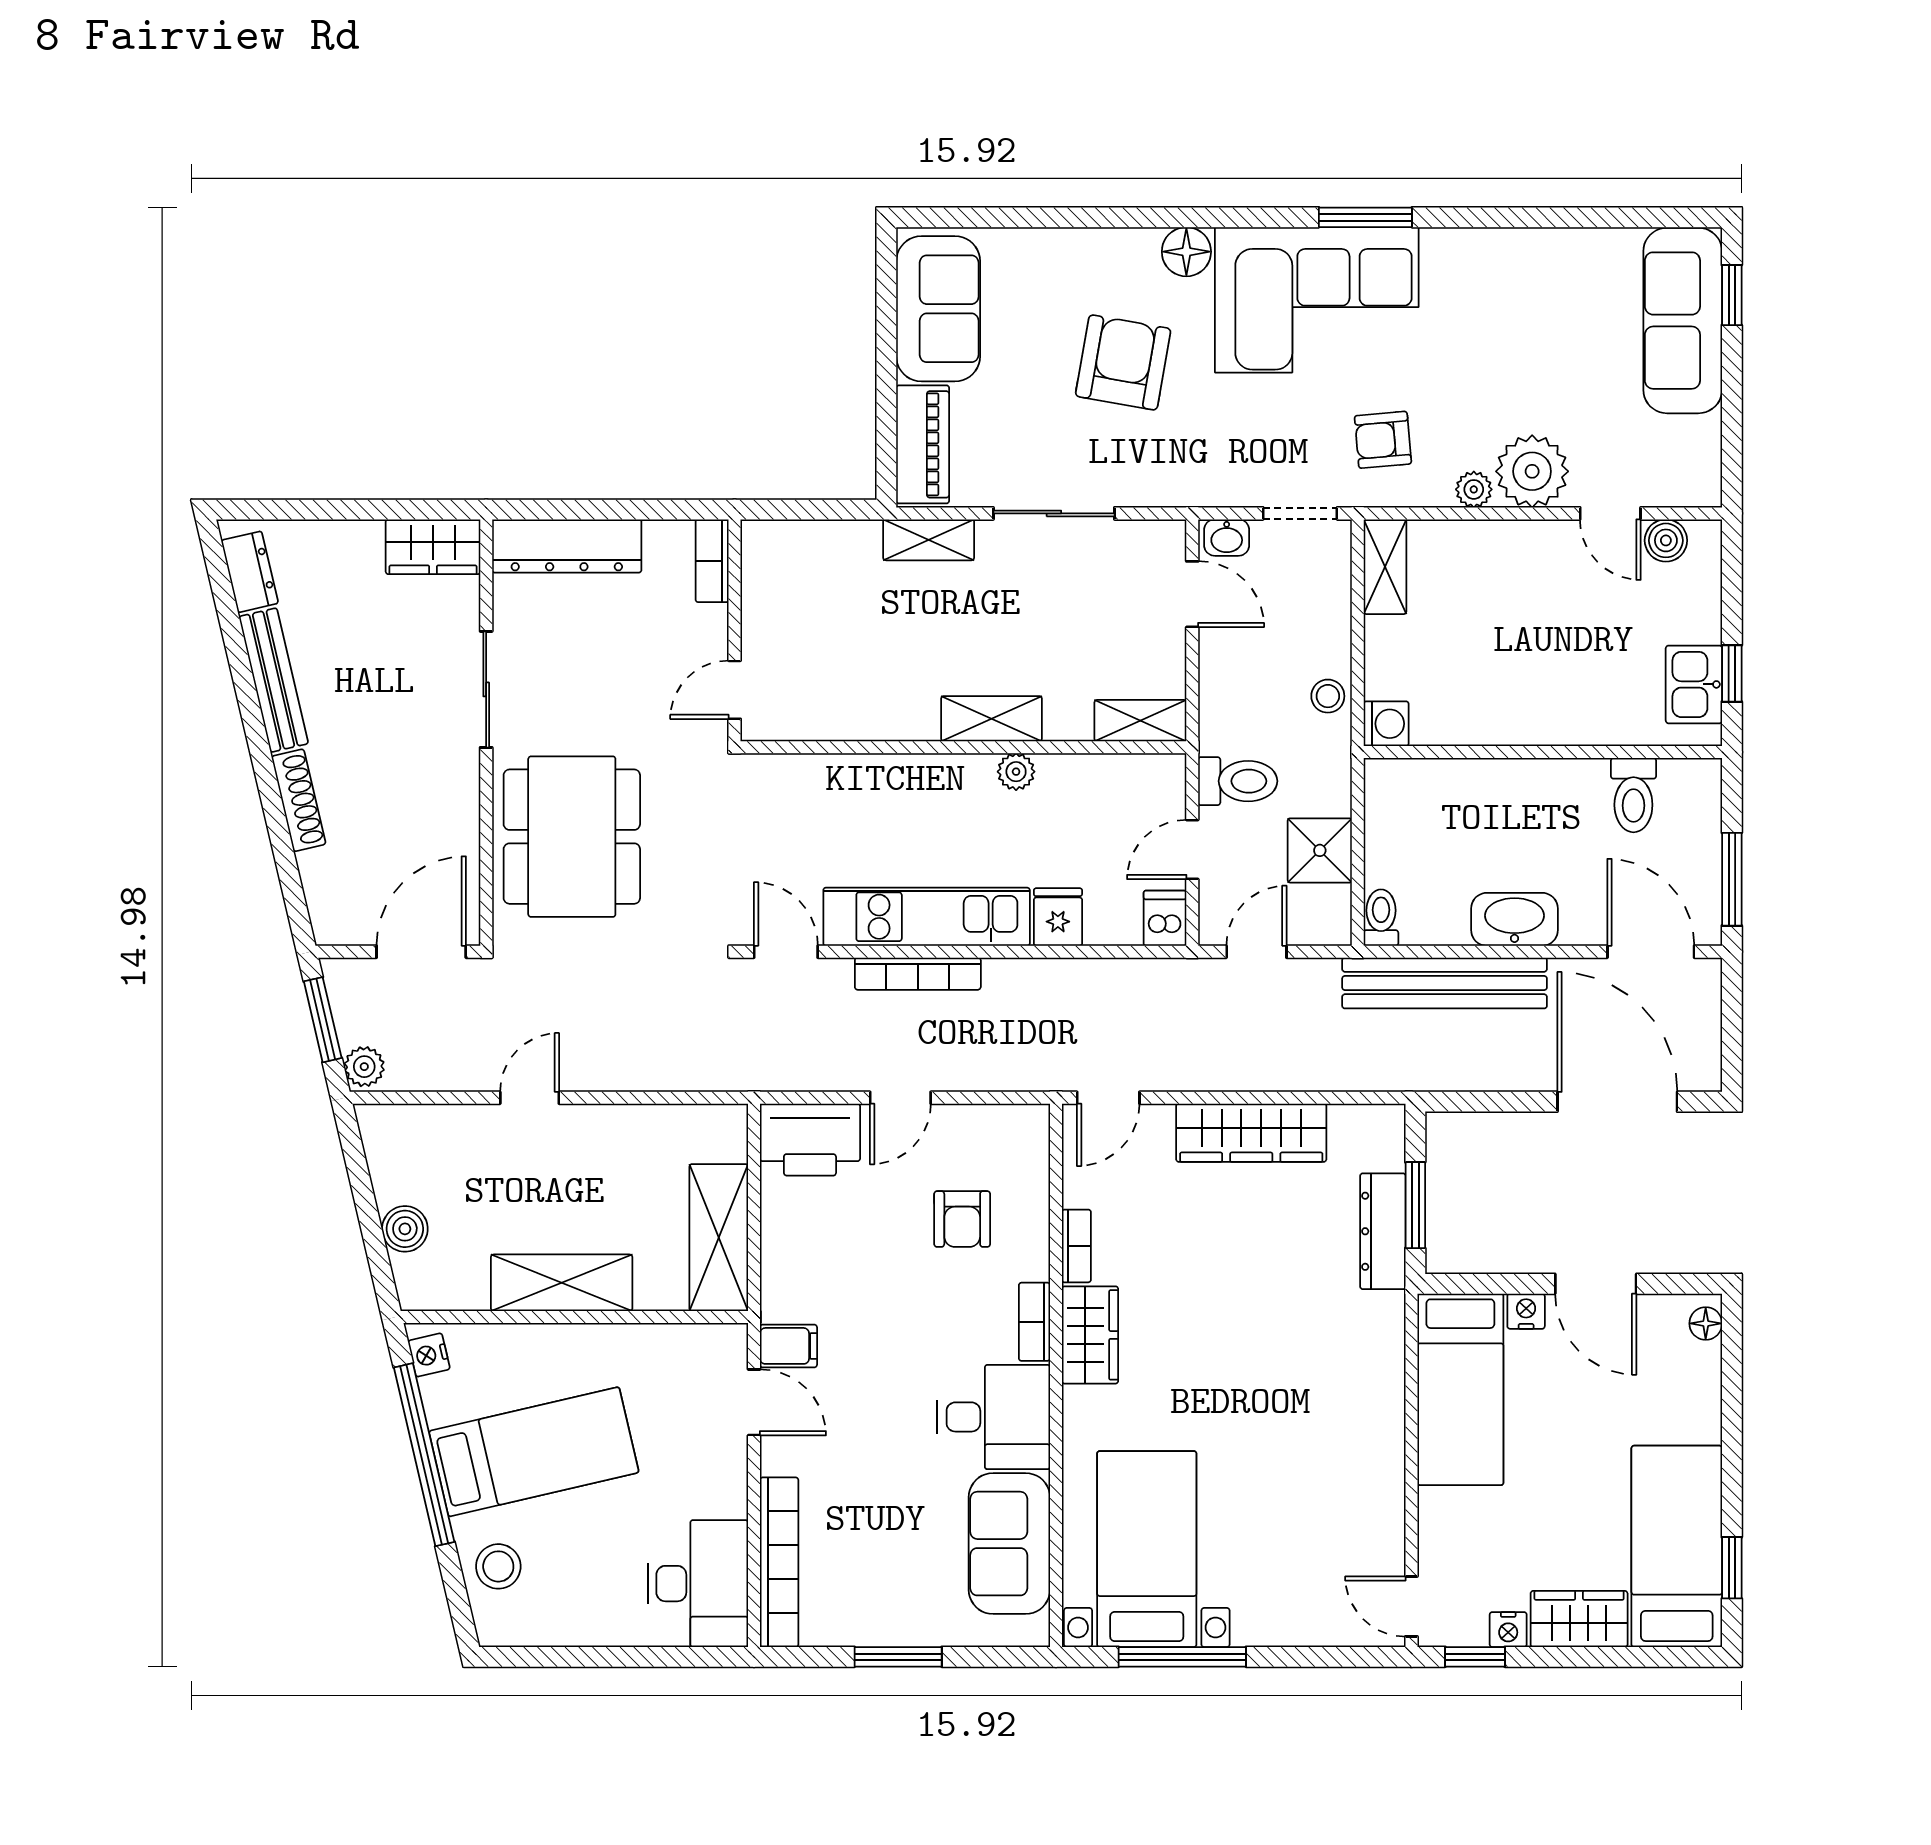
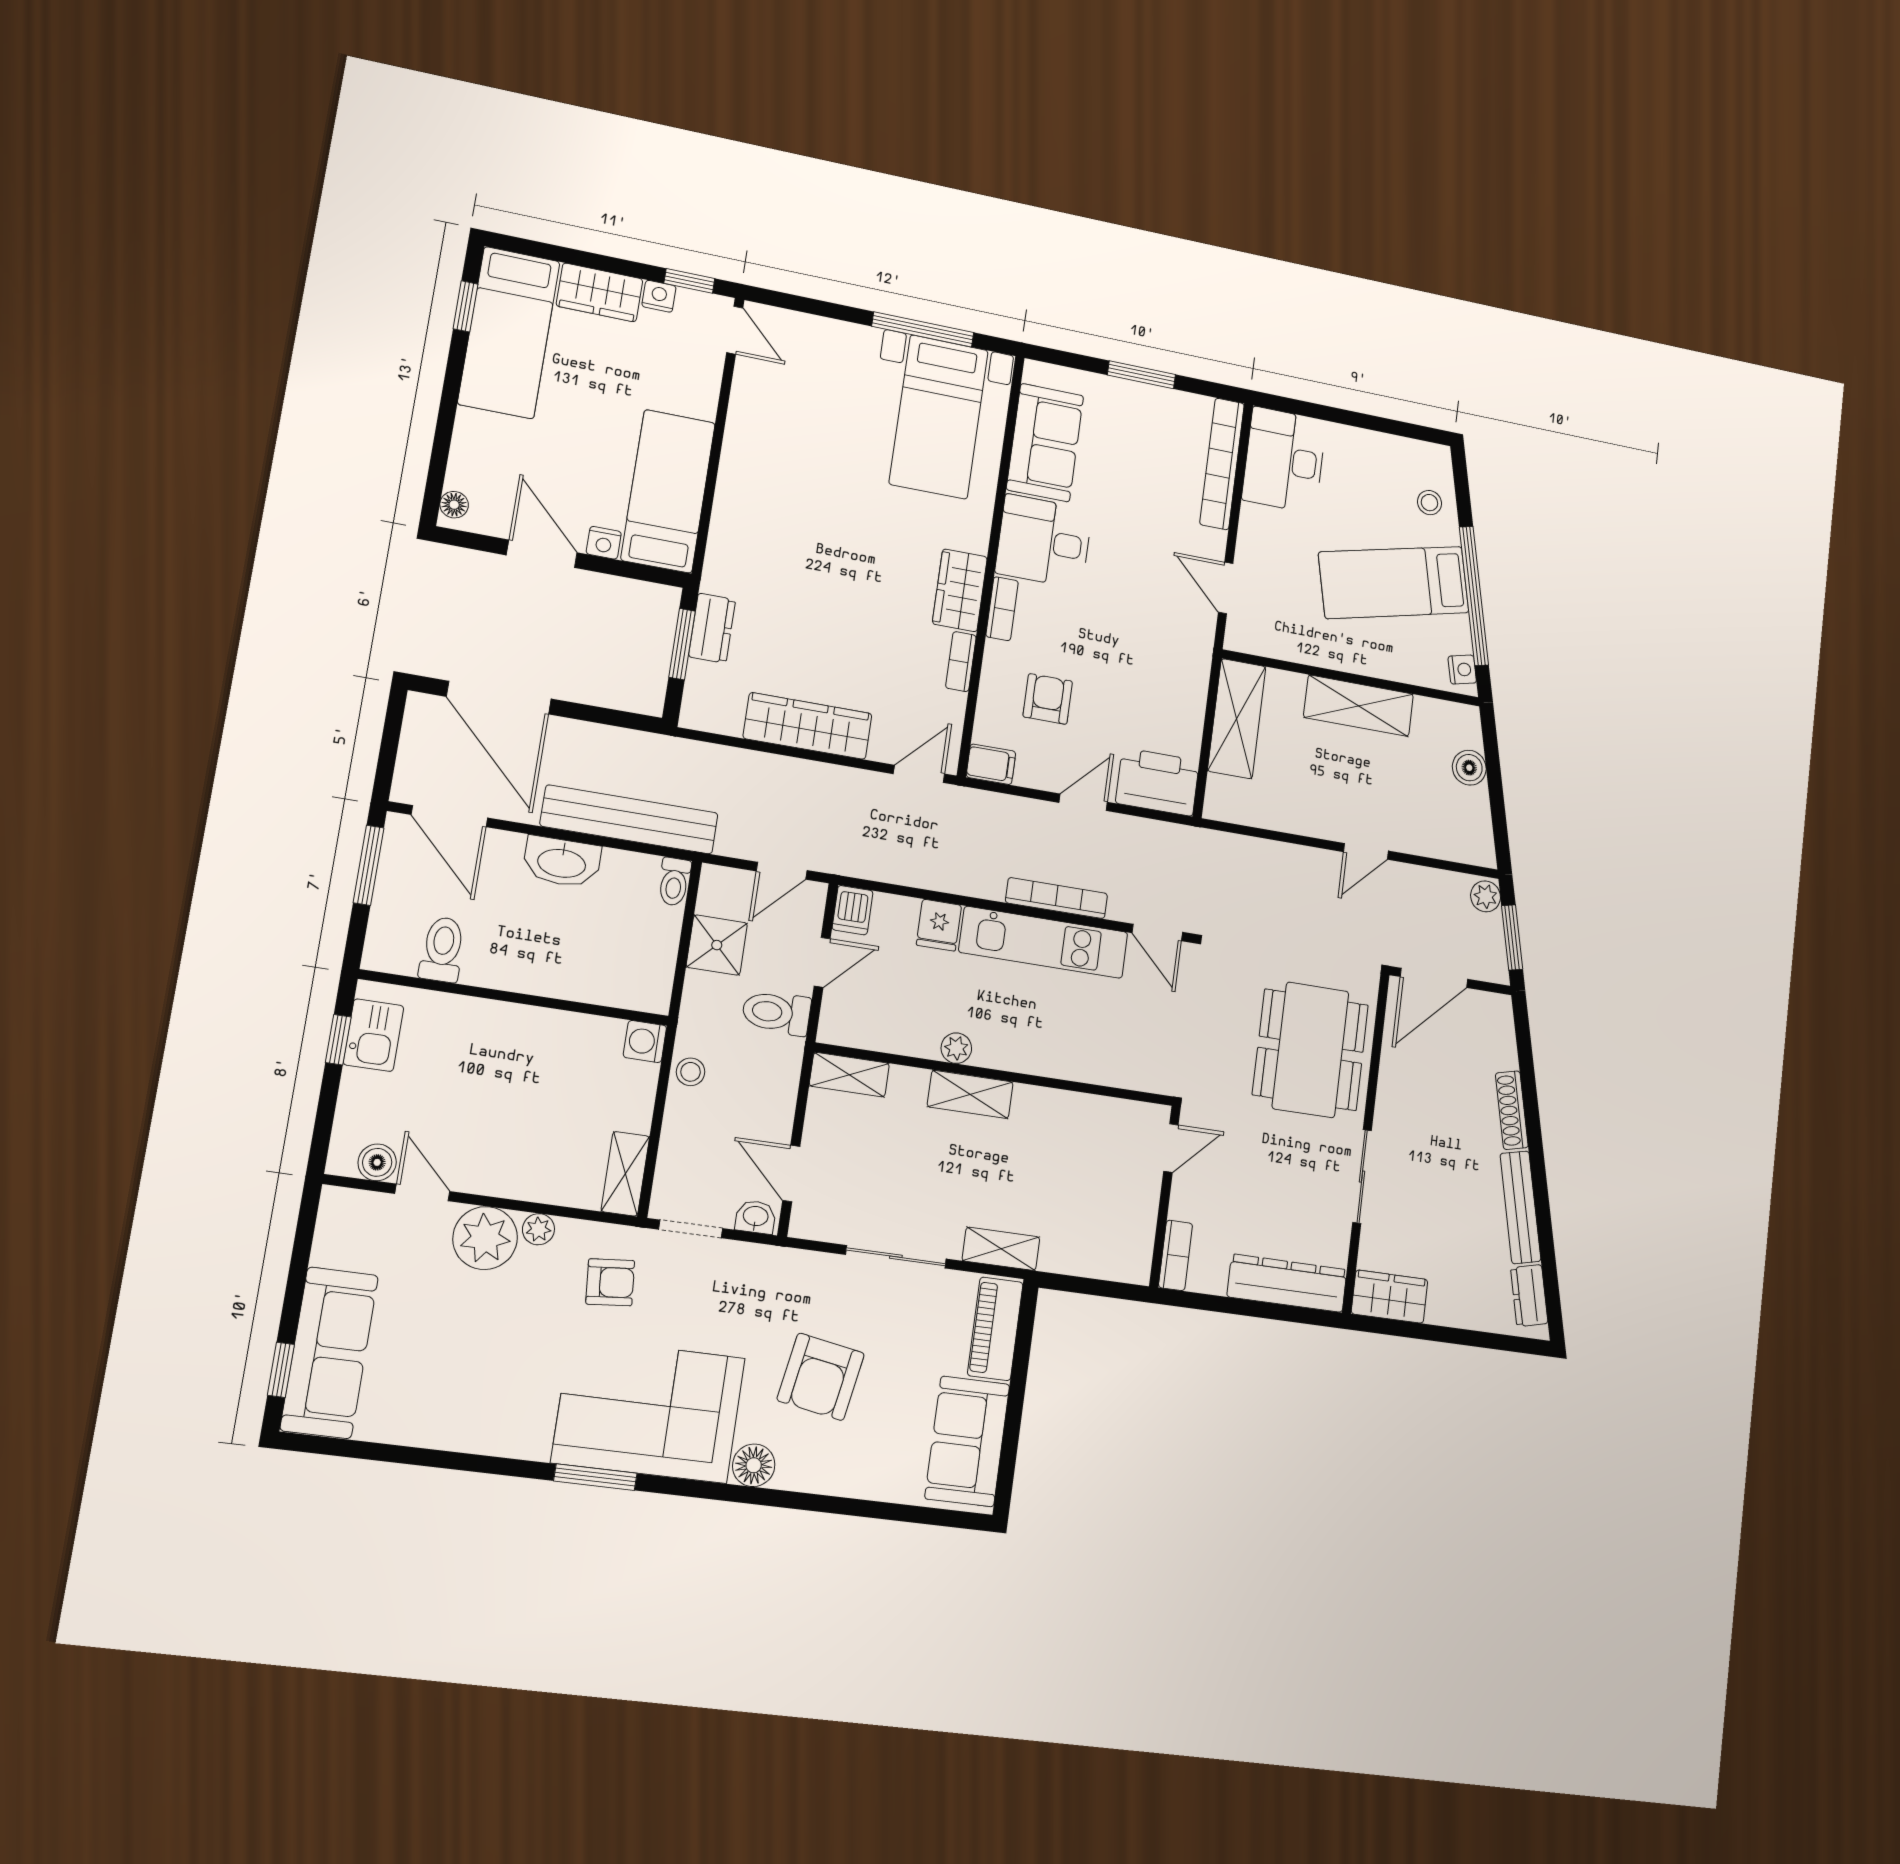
dresser: (1383, 1231) -> (712, 628), width x0.70
filing cabinet: (788, 1346) -> (991, 764), moved, turned 180
stool: (498, 1566) -> (1429, 503), width x0.73, depth x0.73

